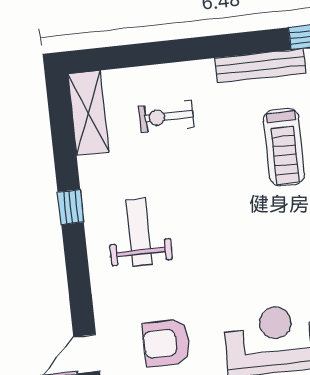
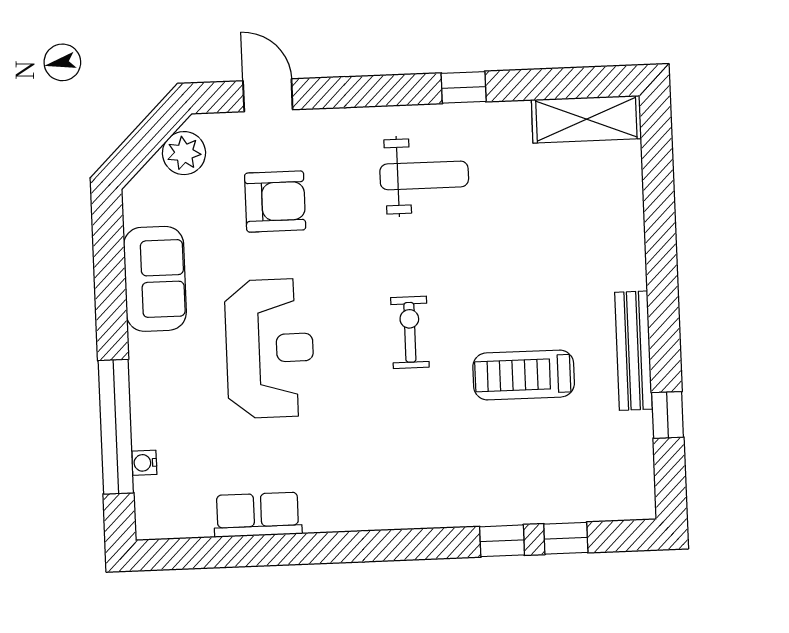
exercise bike: (166, 117) -> (410, 332), moved
armchair: (166, 343) -> (275, 202), turned 90

